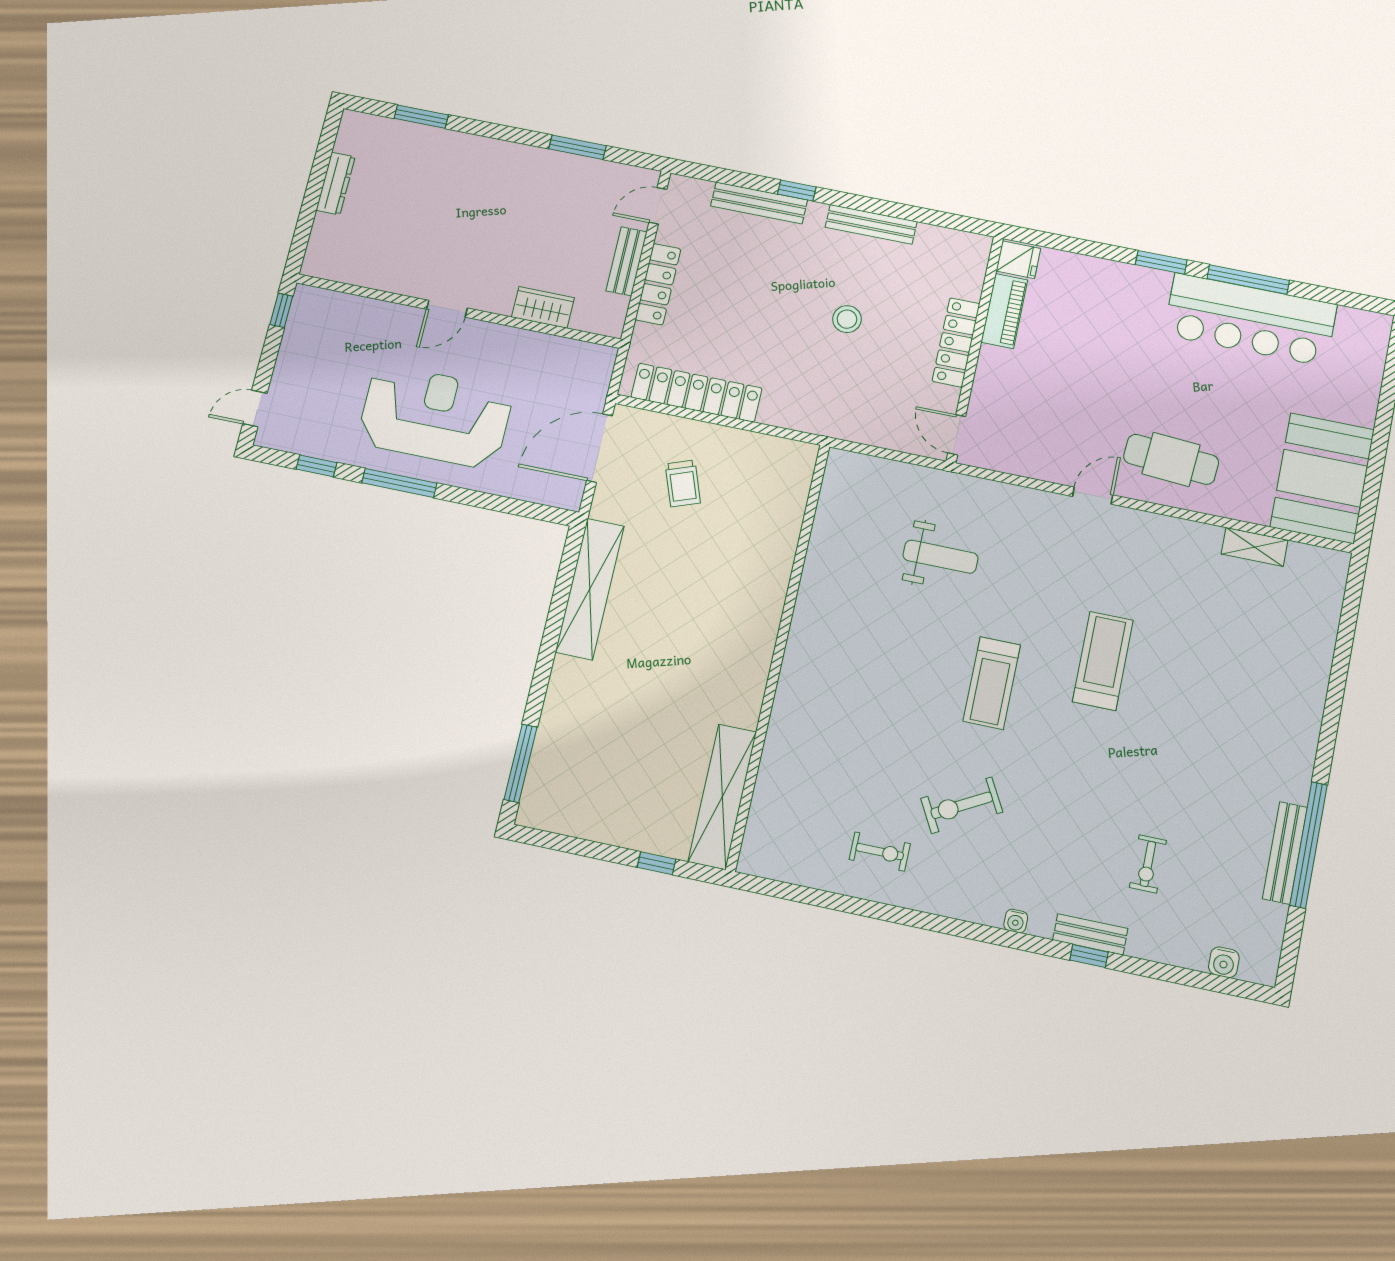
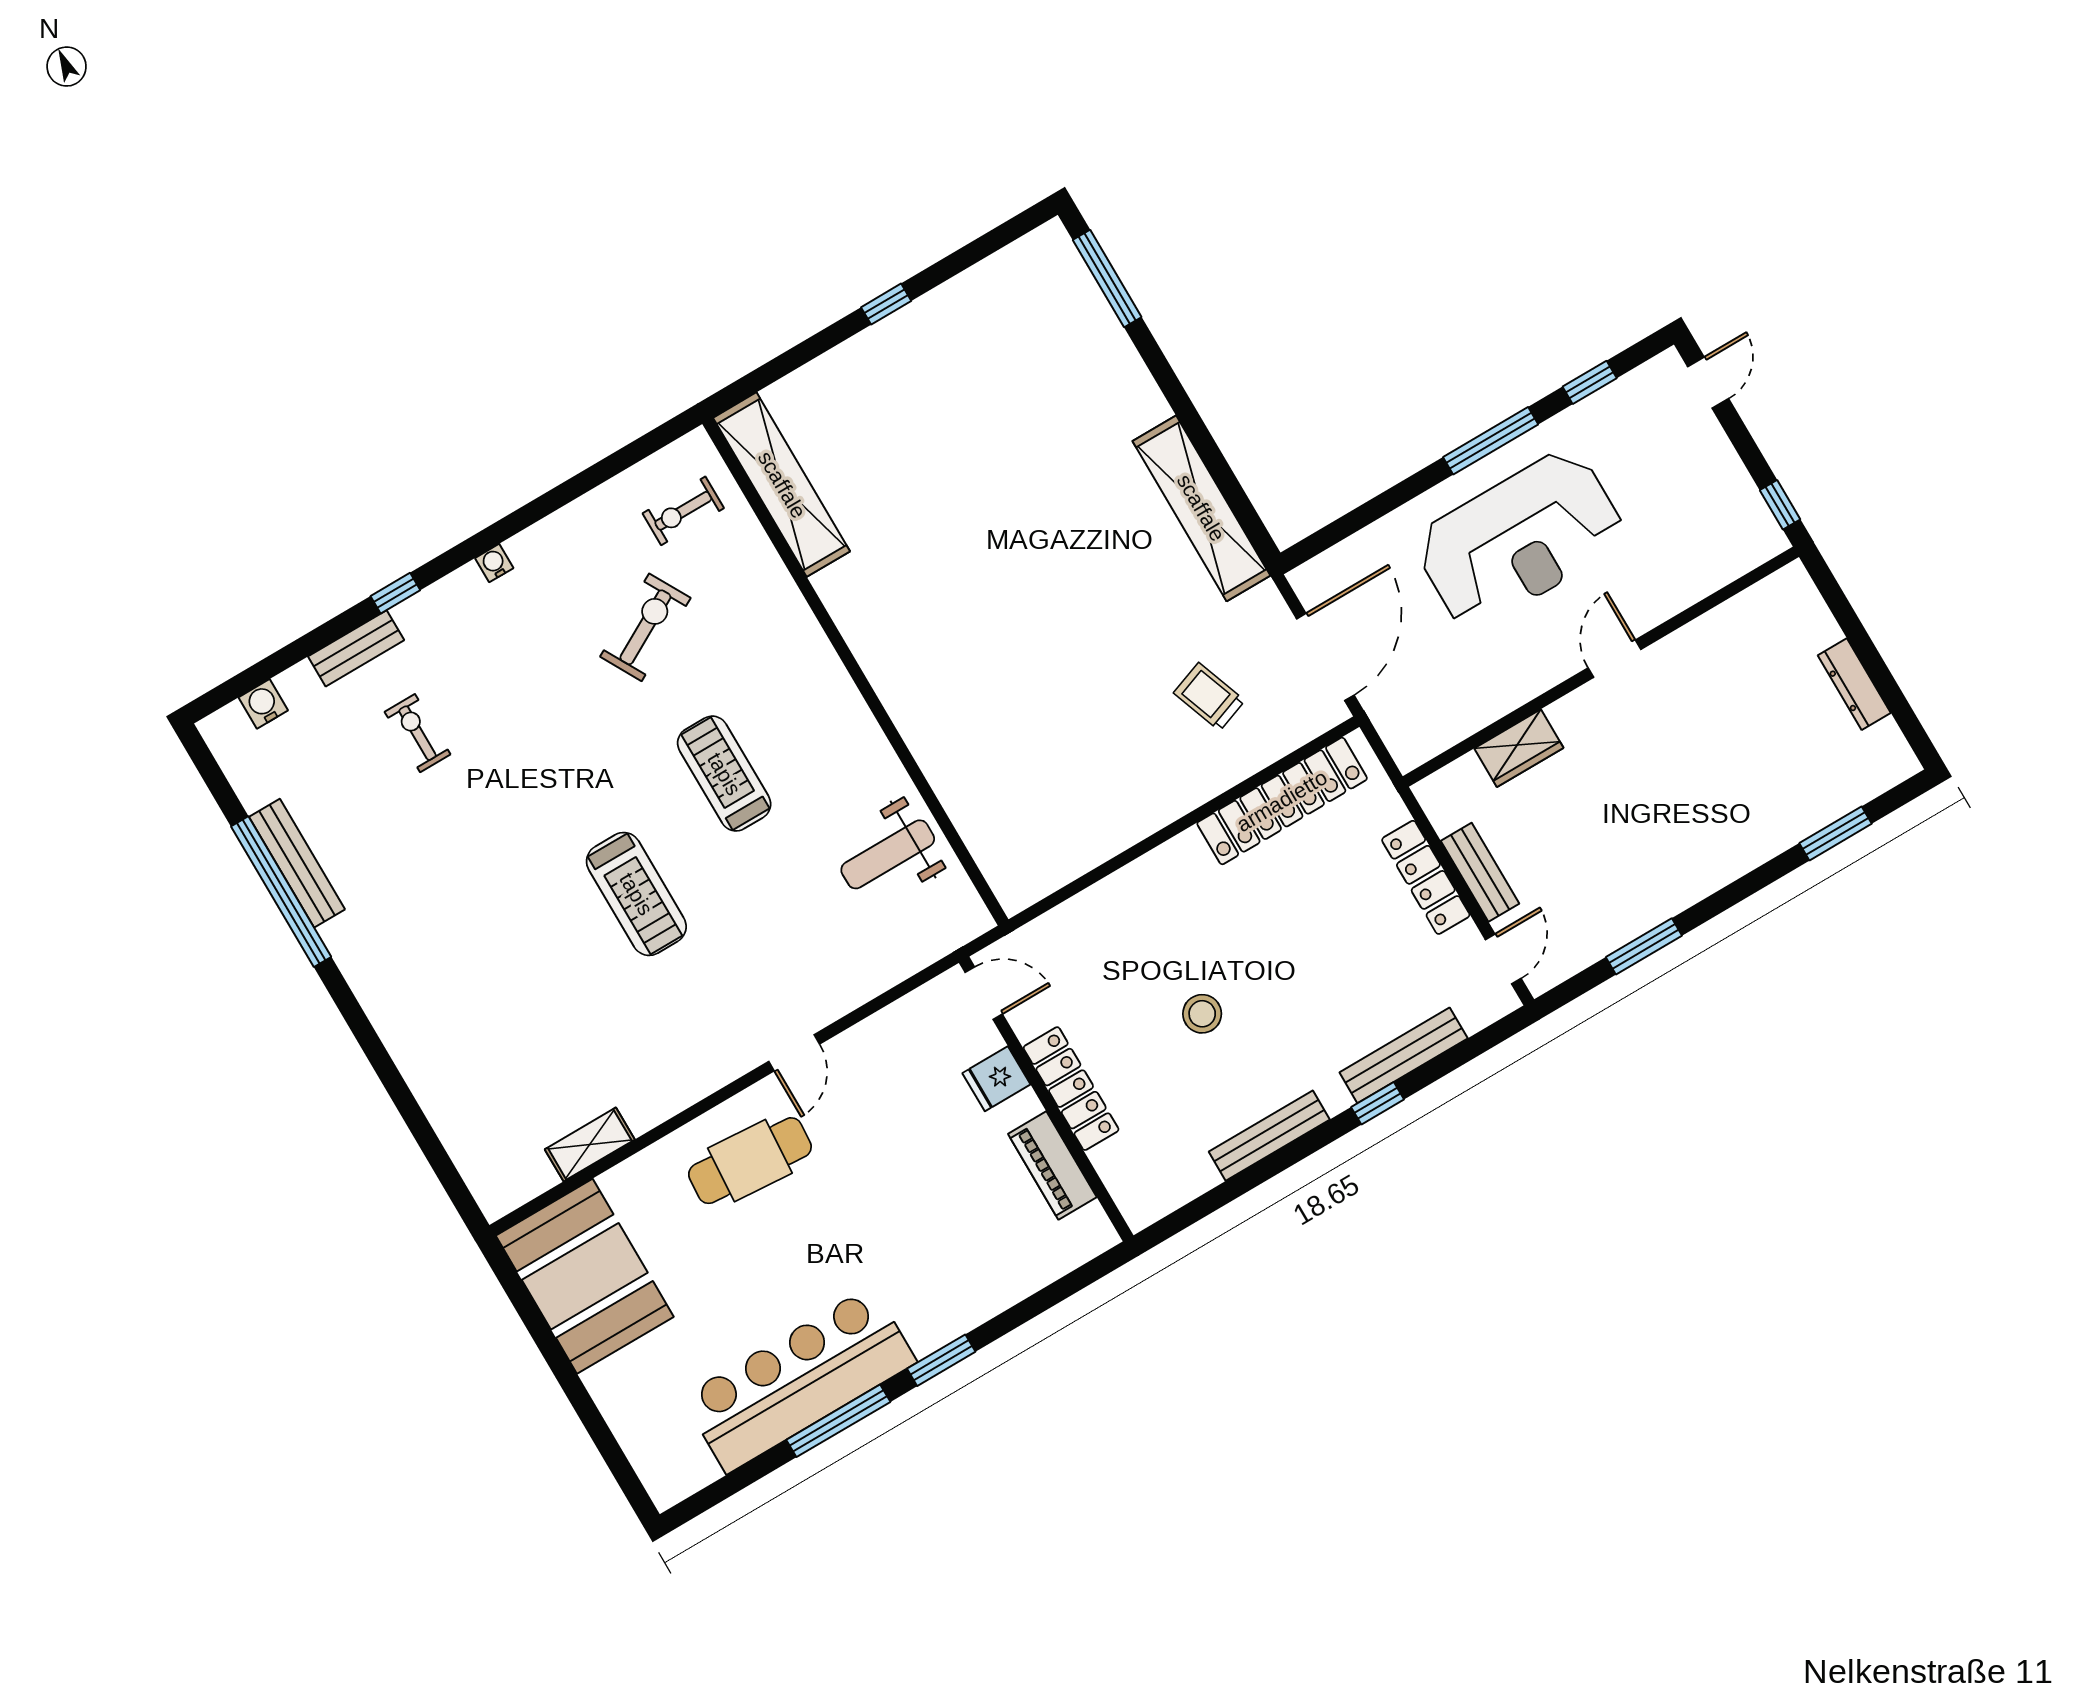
fridge: (1018, 260) -> (996, 1079), moved
wall: (778, 655) -> (855, 672), moved
shelving: (722, 797) -> (782, 485), moved
bench: (1090, 934) -> (356, 648), moved

